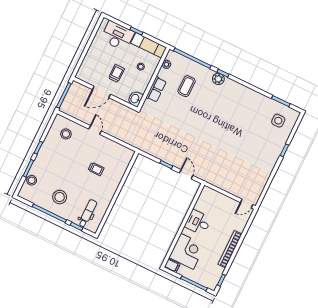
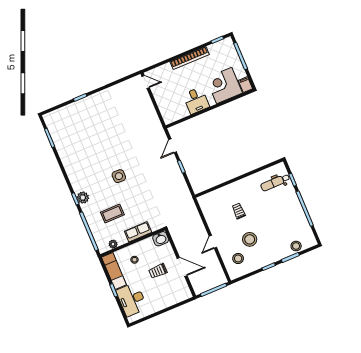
side table: (278, 121) -> (119, 176), moved
stool: (60, 197) -> (250, 239), moved

